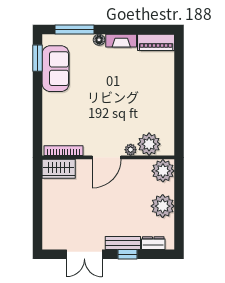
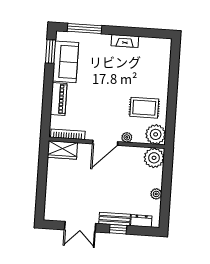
floor lamp: (99, 40) -> (105, 39), removed
piano: (156, 42) -> (59, 99), moved, turned -90
rug: (148, 115) -> (144, 108), added
plant: (149, 144) -> (156, 134), moved
plant: (163, 206) -> (156, 194), width x0.53, depth x0.53

